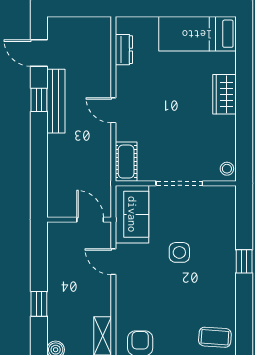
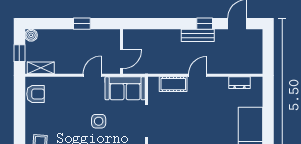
bench: (56, 101) -> (198, 35), width x0.73
cot: (126, 162) -> (173, 84), moved
window: (39, 304) -> (82, 24), moved

